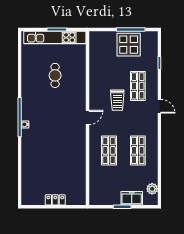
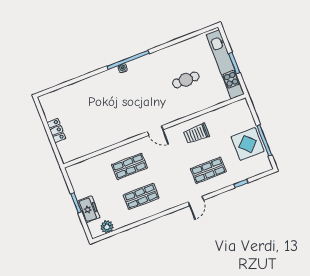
trolley: (117, 100) -> (196, 134), moved

